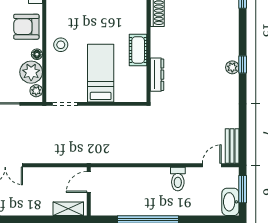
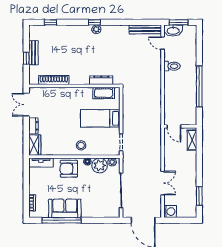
armchair: (26, 27) -> (69, 169), turned 90
cot: (138, 50) -> (104, 93), moved
bench: (232, 146) -> (145, 29), width x1.36
washbasin: (230, 202) -> (173, 31), moved

